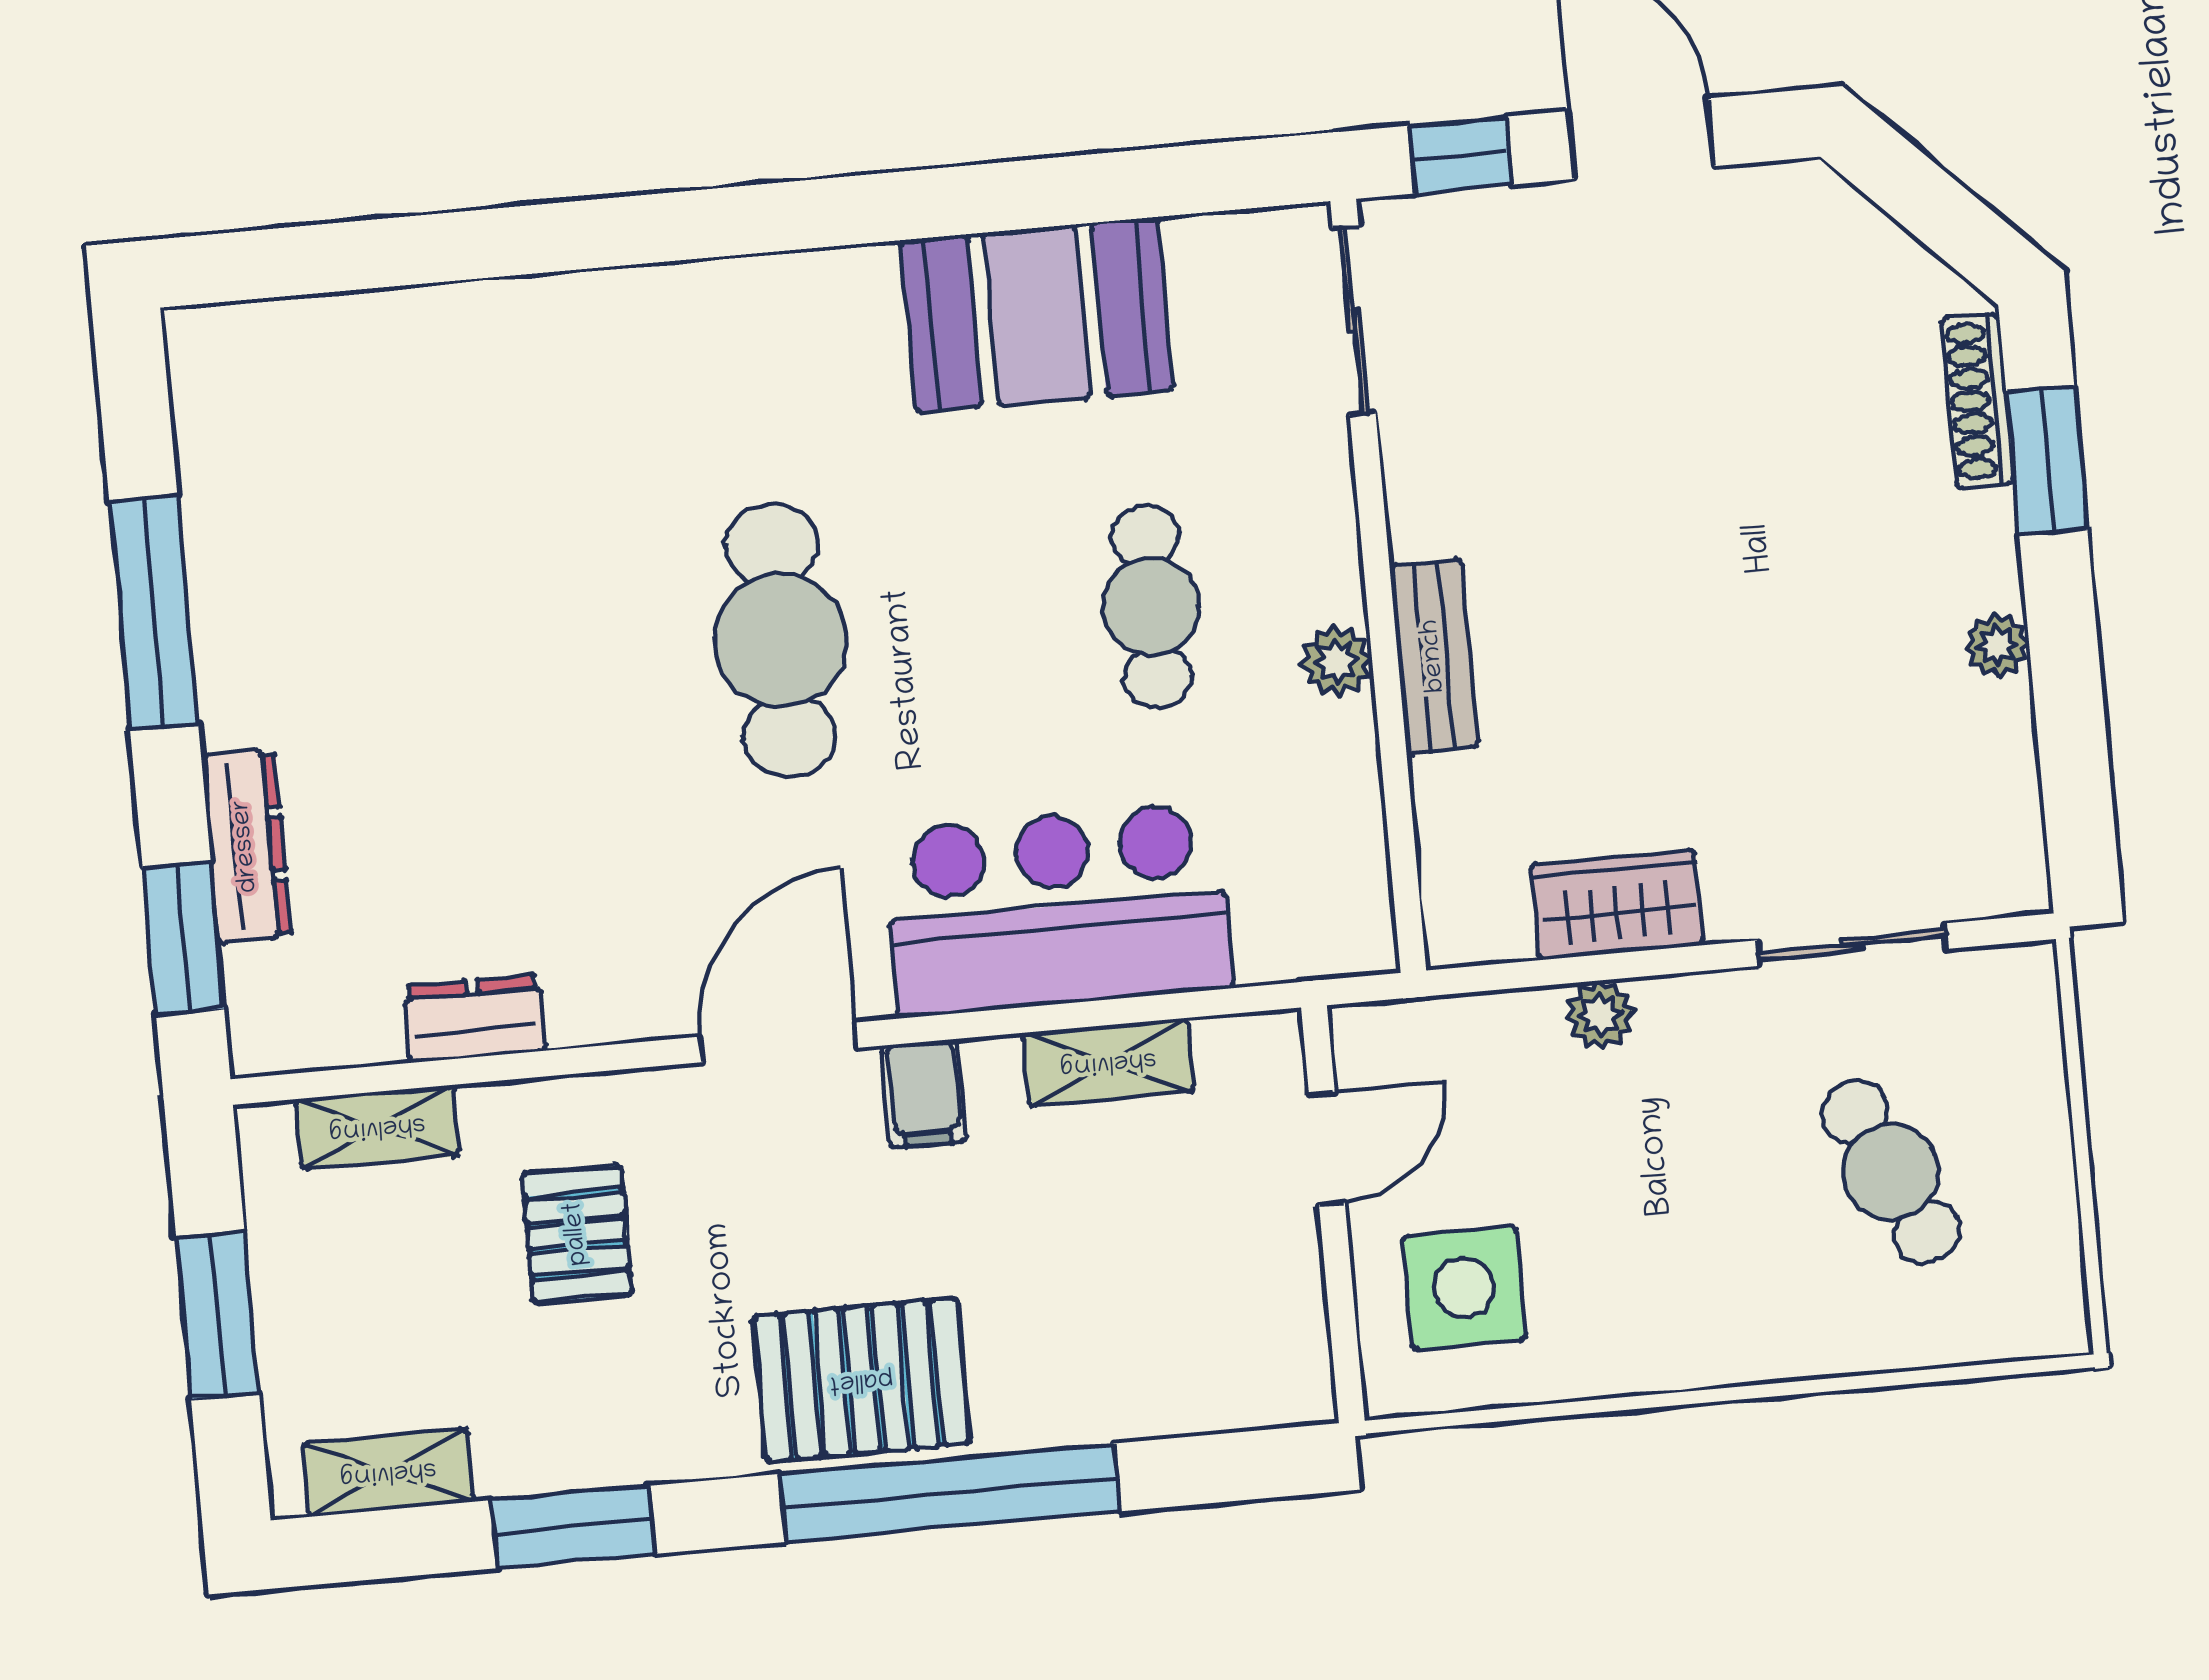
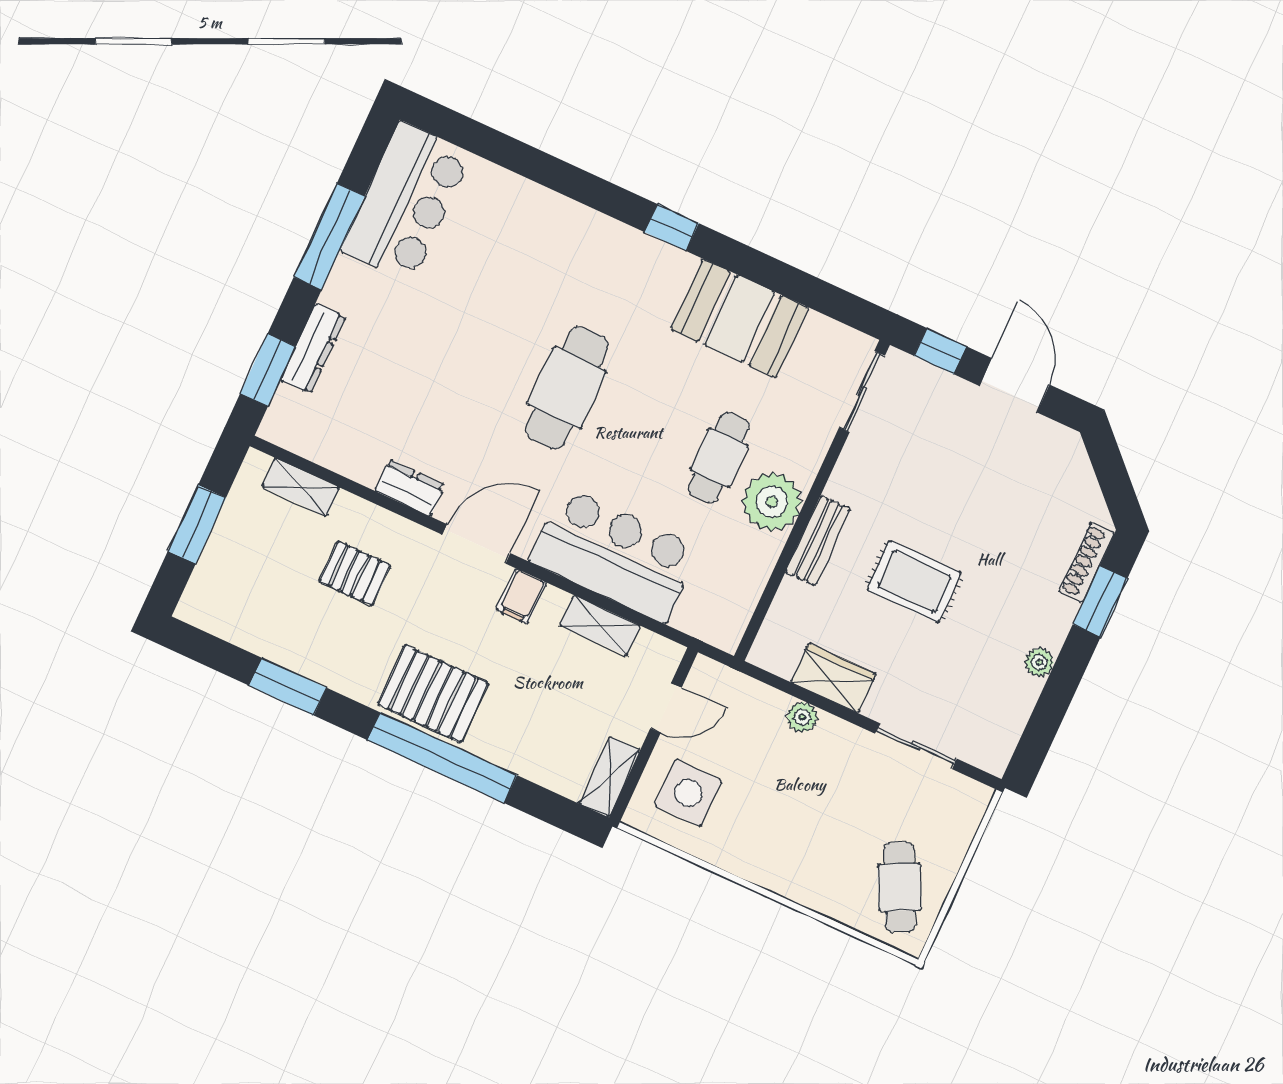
window: (805, 215) -> (672, 228), added
bar counter: (264, 460) -> (406, 202), added
rug: (1666, 628) -> (914, 581), added
plant: (1336, 661) -> (772, 502), width x1.87, depth x1.87
dresser: (475, 1018) -> (410, 488), moved
cafe table: (1890, 1172) -> (899, 887), moved
pallet: (577, 1234) -> (355, 573), turned 90
shelving: (388, 1472) -> (610, 777), moved, turned 90

